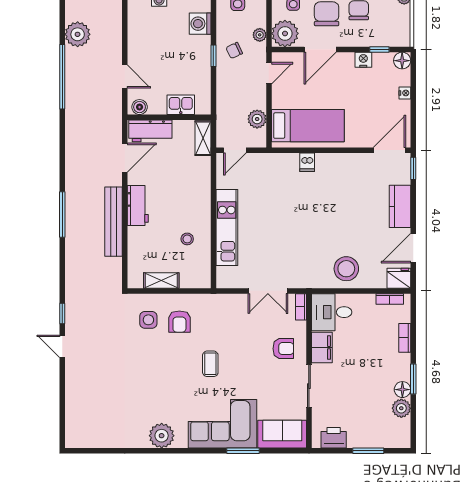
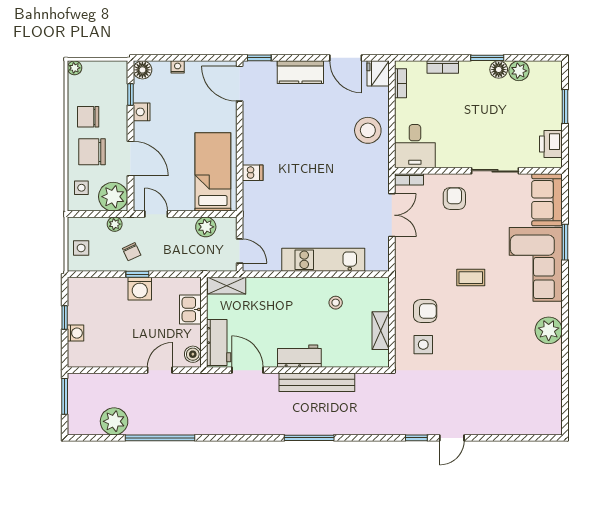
washing machine: (200, 24) -> (140, 289), moved
filing cabinet: (322, 348) -> (453, 157), removed

